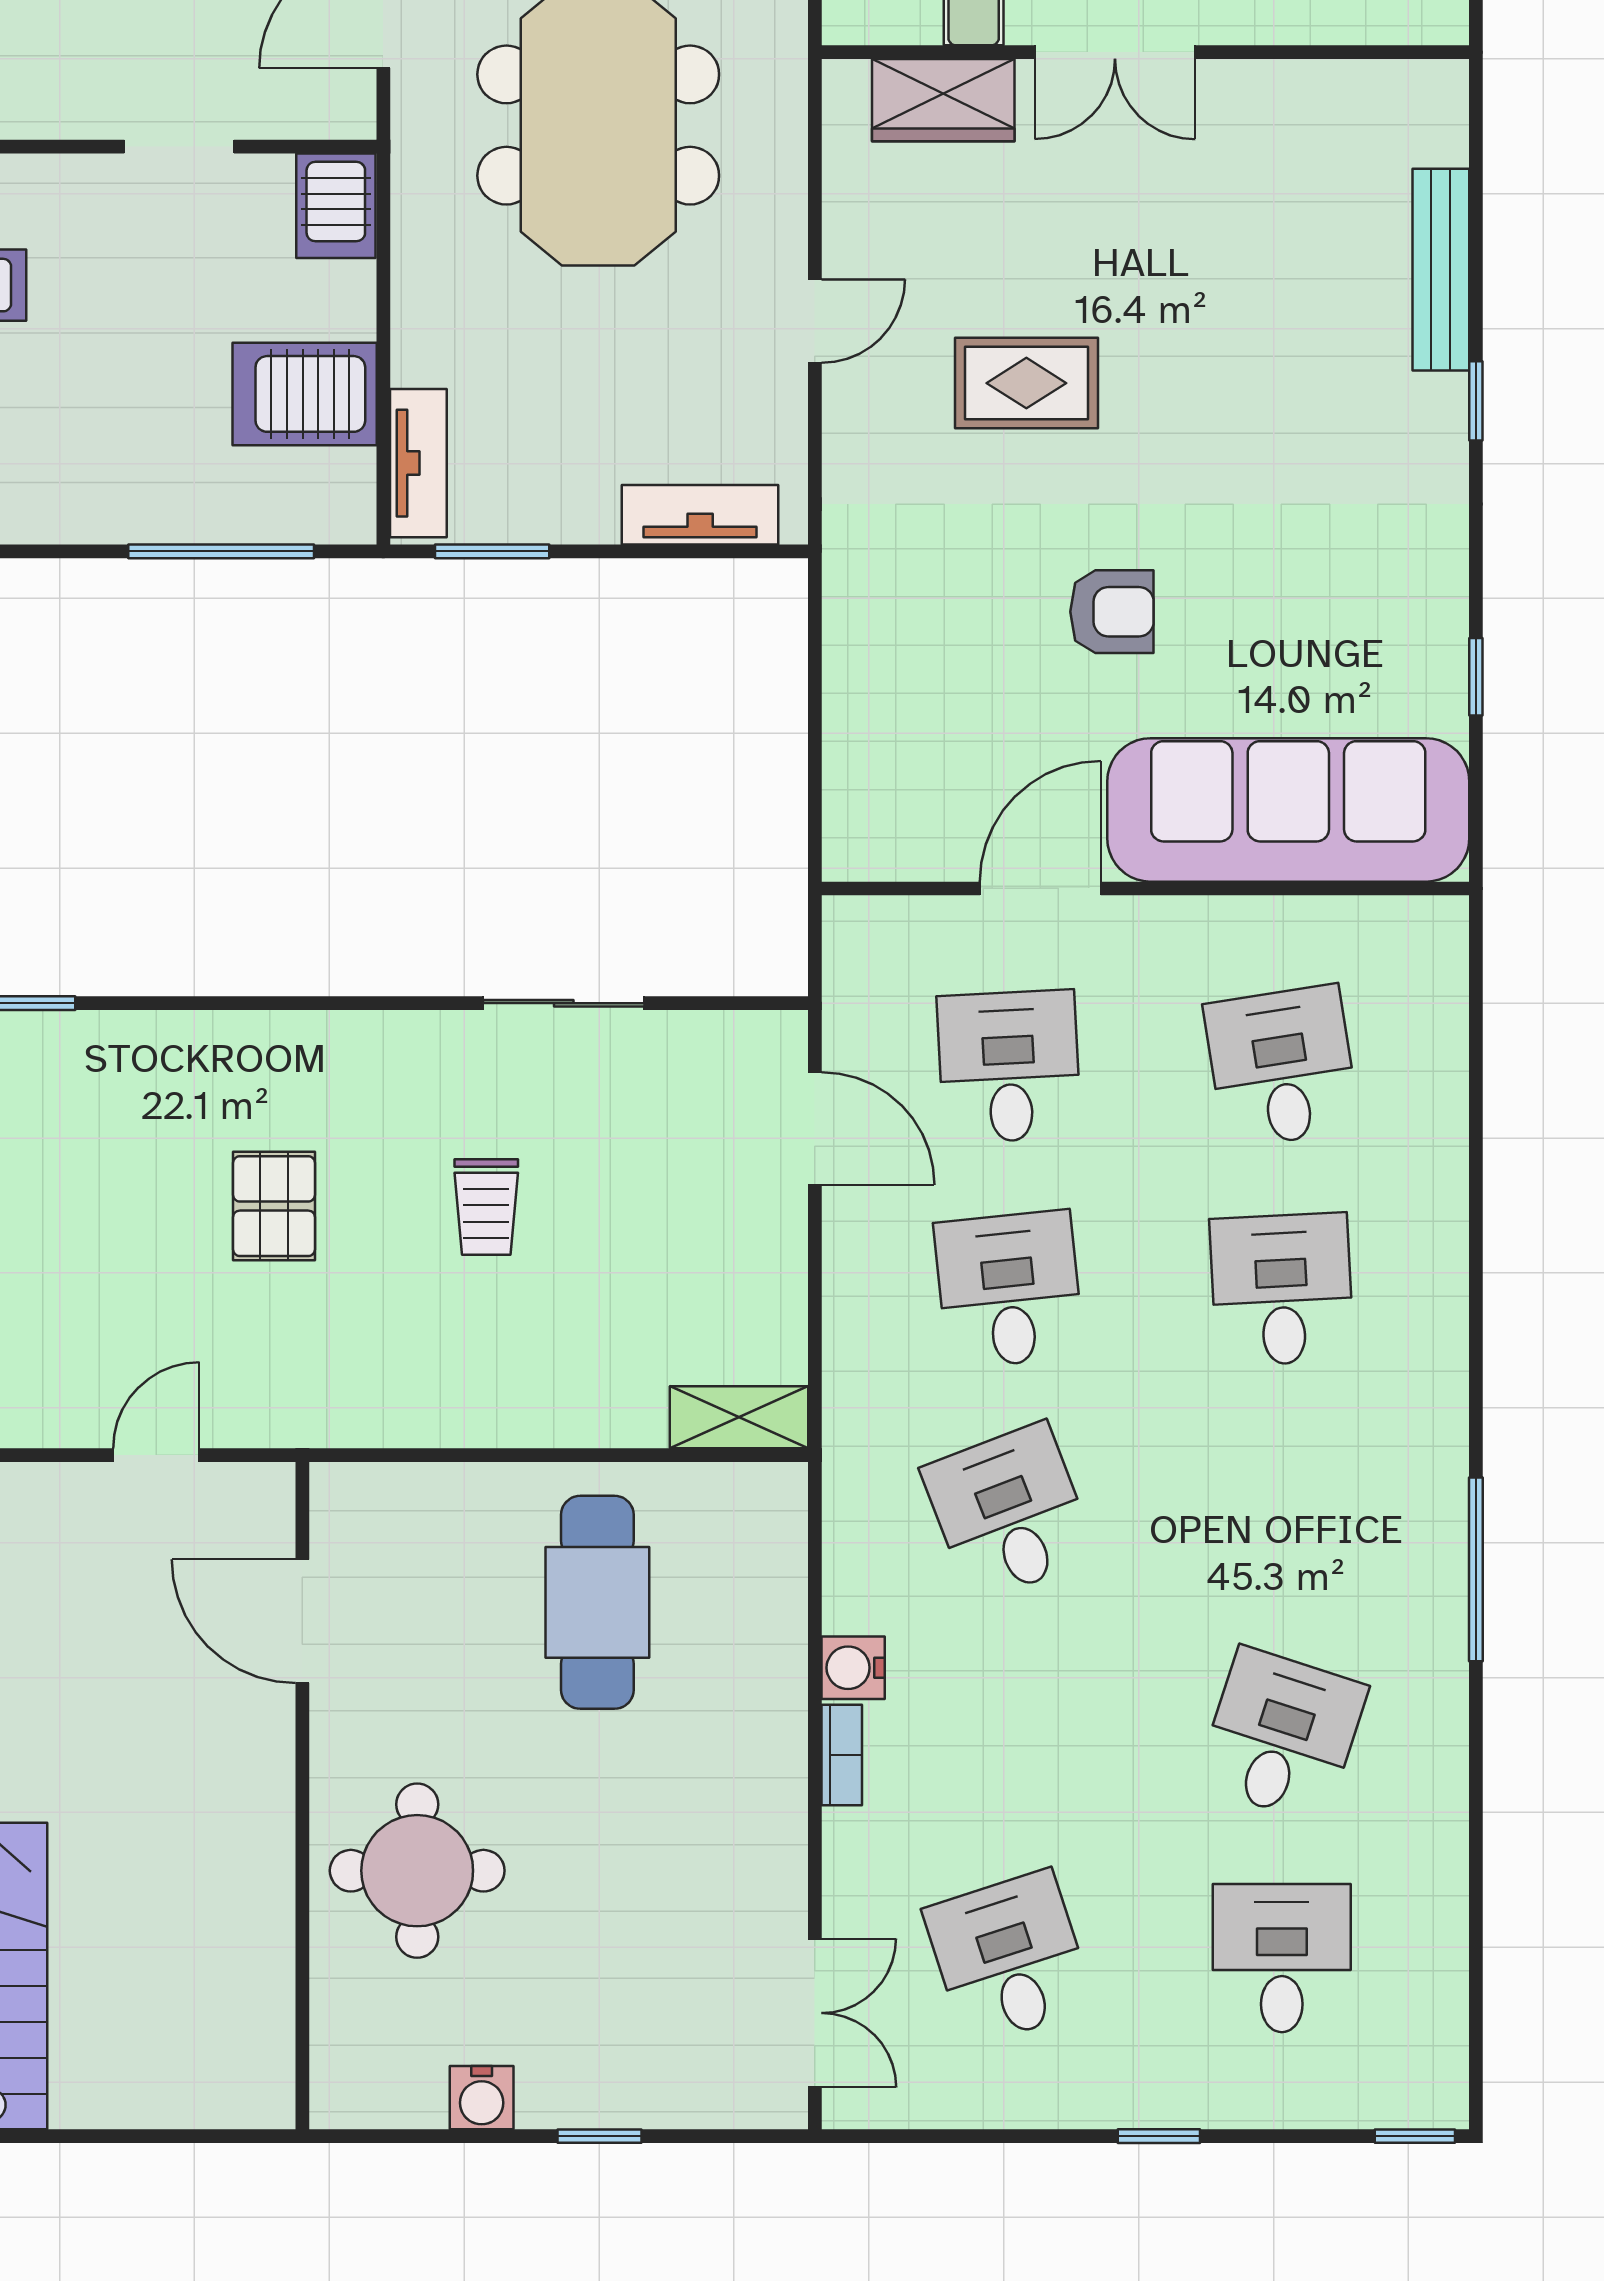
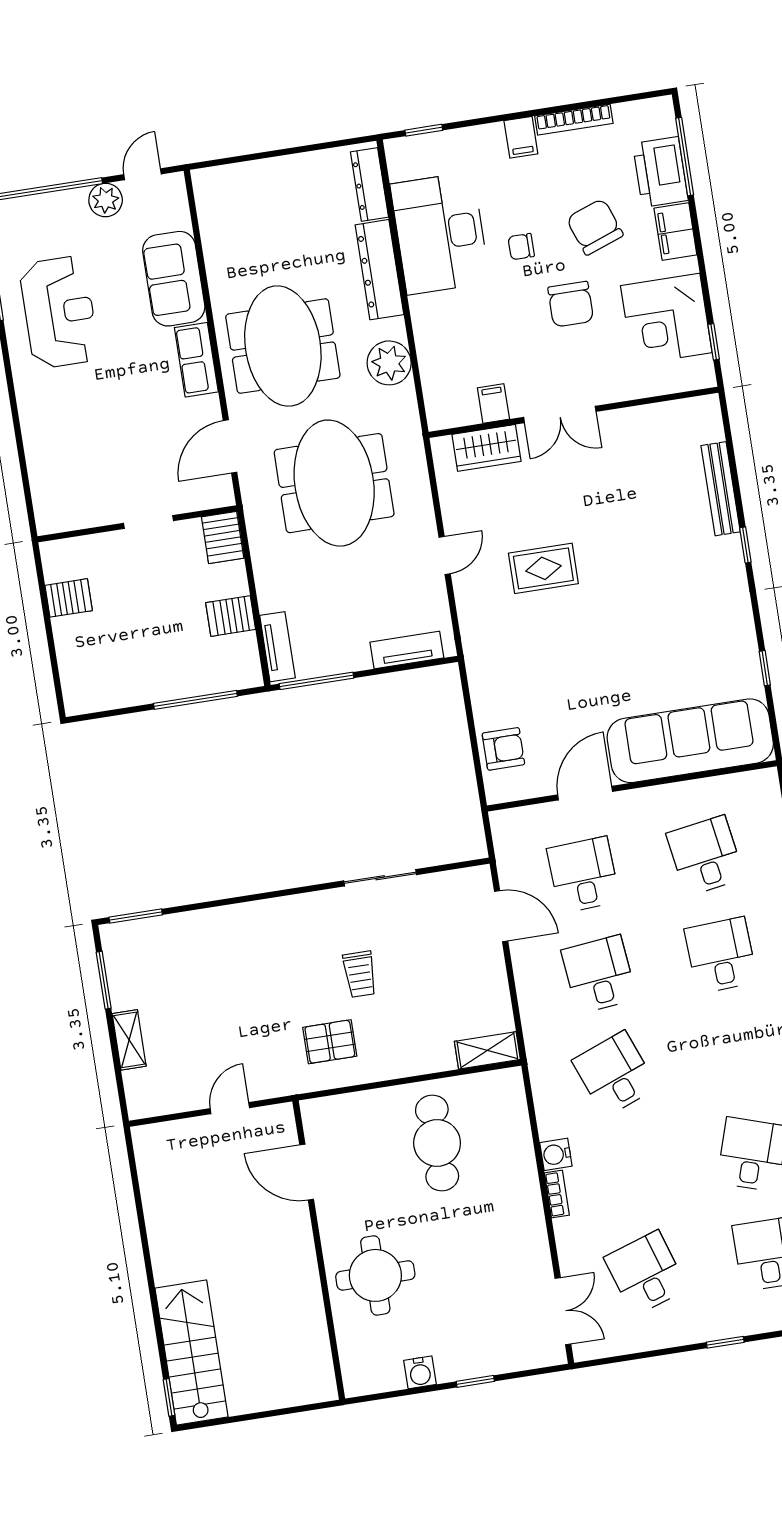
server rack: (305, 394) -> (231, 616), width x0.73, depth x0.70
window: (492, 551) -> (317, 681), width x1.44
armchair: (1112, 612) -> (503, 749), moved
pallet: (274, 1206) -> (330, 1042), moved, turned 90

